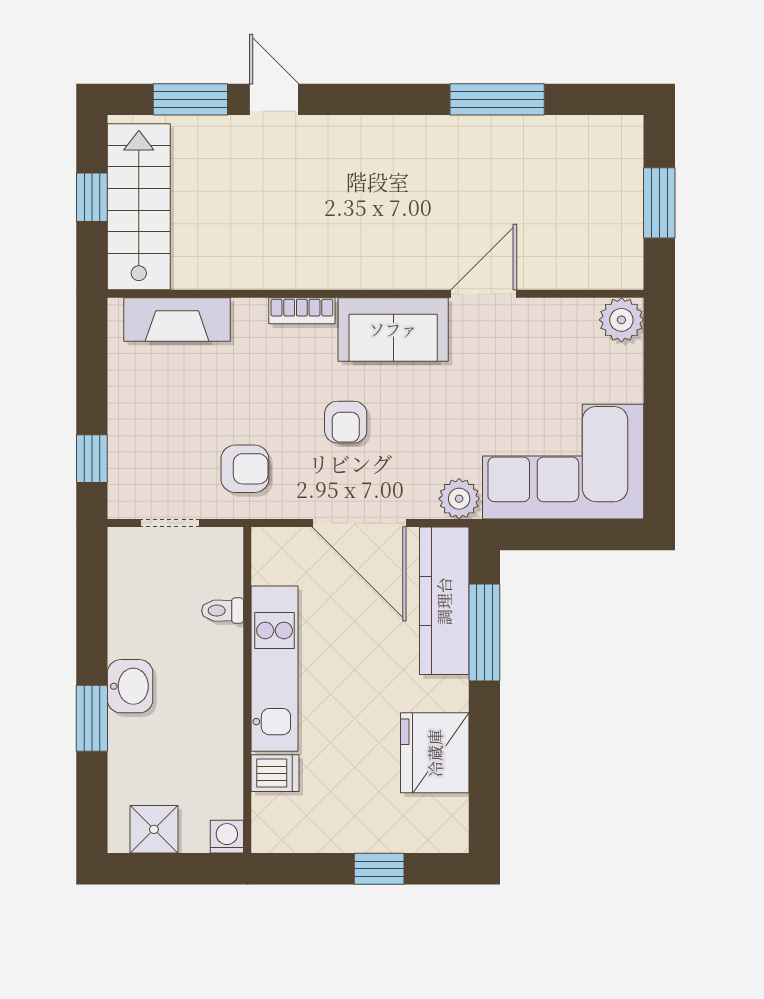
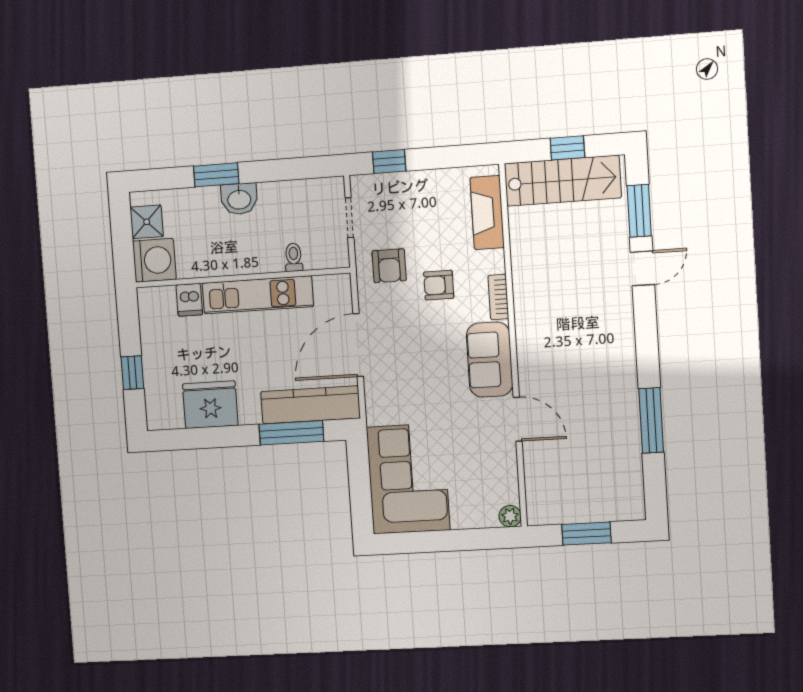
plant: (621, 320) -> (510, 516), width x0.73, depth x0.73
armchair: (346, 422) -> (439, 285), moved
plant: (459, 499) -> (379, 411), removed
washing machine: (227, 837) -> (154, 260), width x1.89, depth x1.89

